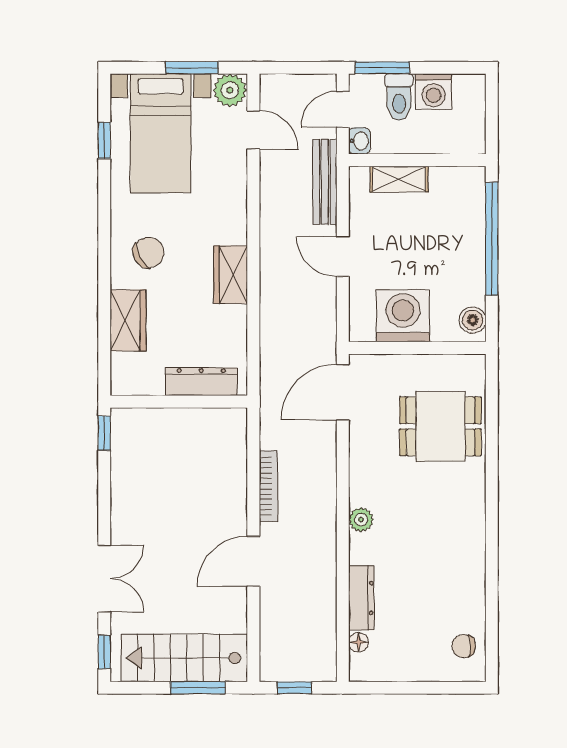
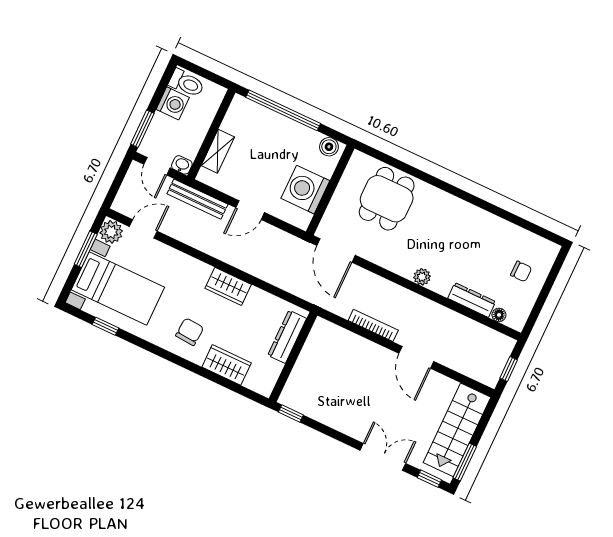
toilet: (399, 97) -> (187, 83), moved
chair: (149, 252) -> (190, 332), turned 32
chair: (464, 646) -> (521, 271), moved, turned -90
window: (198, 688) -> (465, 462), moved

